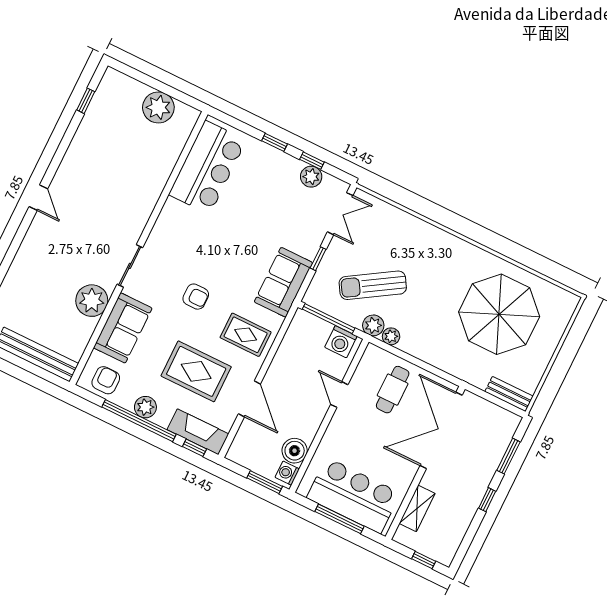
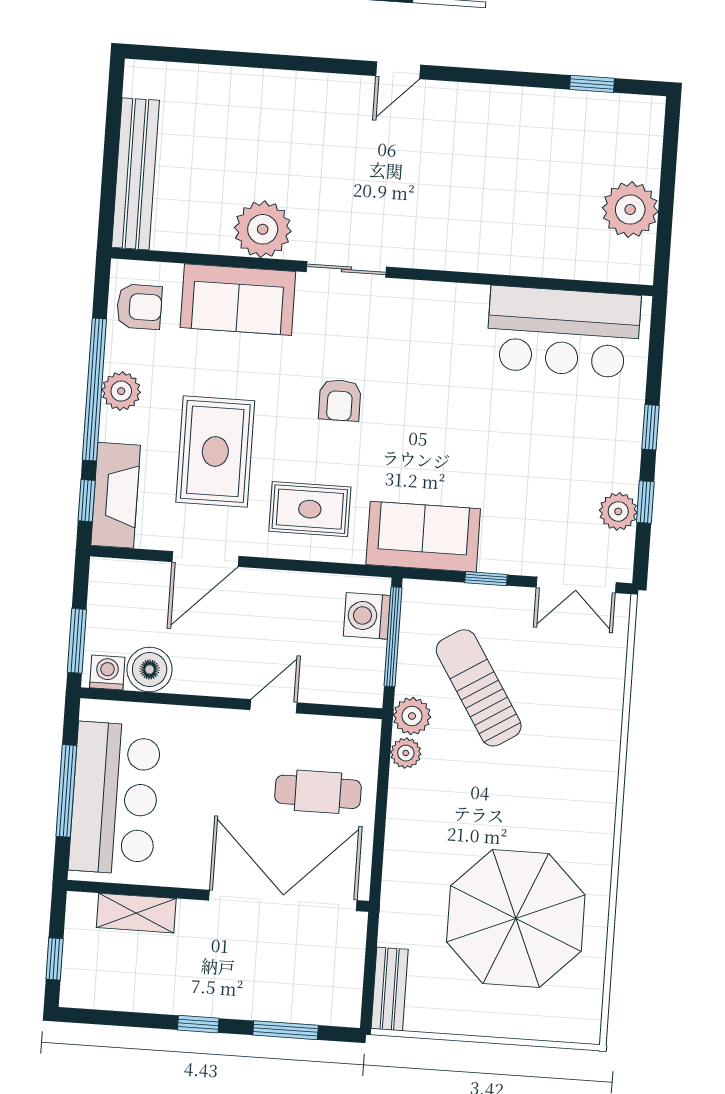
rug: (246, 335) -> (310, 509), turned 90
washing machine: (341, 342) -> (367, 616), moved

